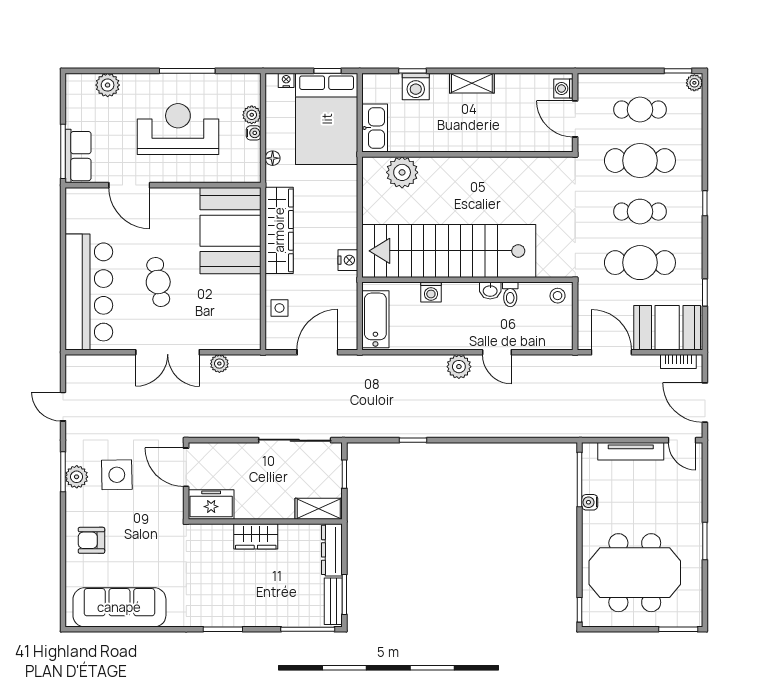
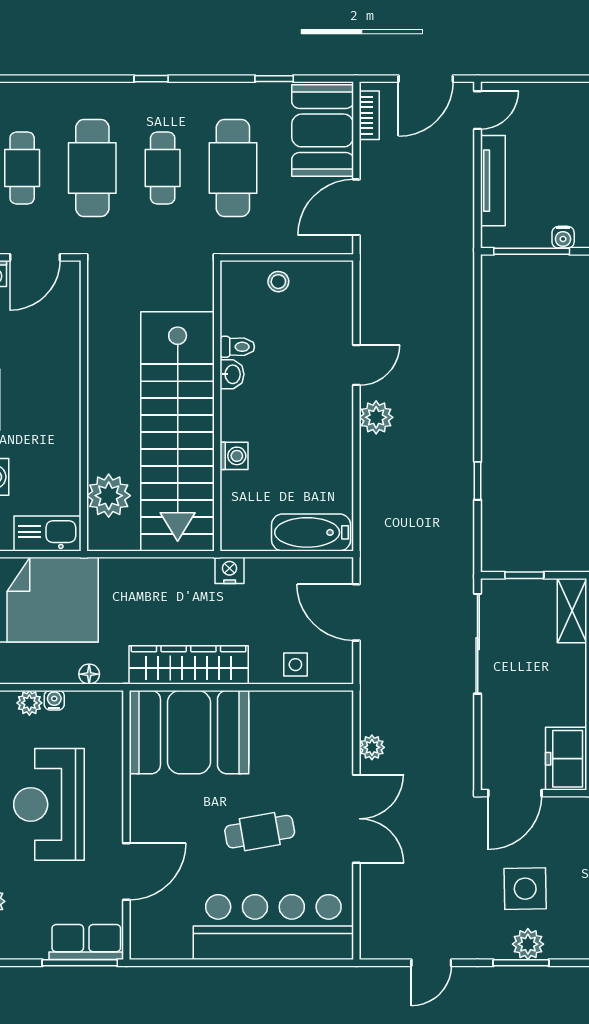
stairs: (449, 251) -> (178, 431), moved
wall: (467, 280) -> (217, 406), moved
washbasin: (490, 290) -> (232, 374), moved
washing machine: (431, 292) -> (234, 456), moved
toilet: (510, 294) -> (237, 347), moved

